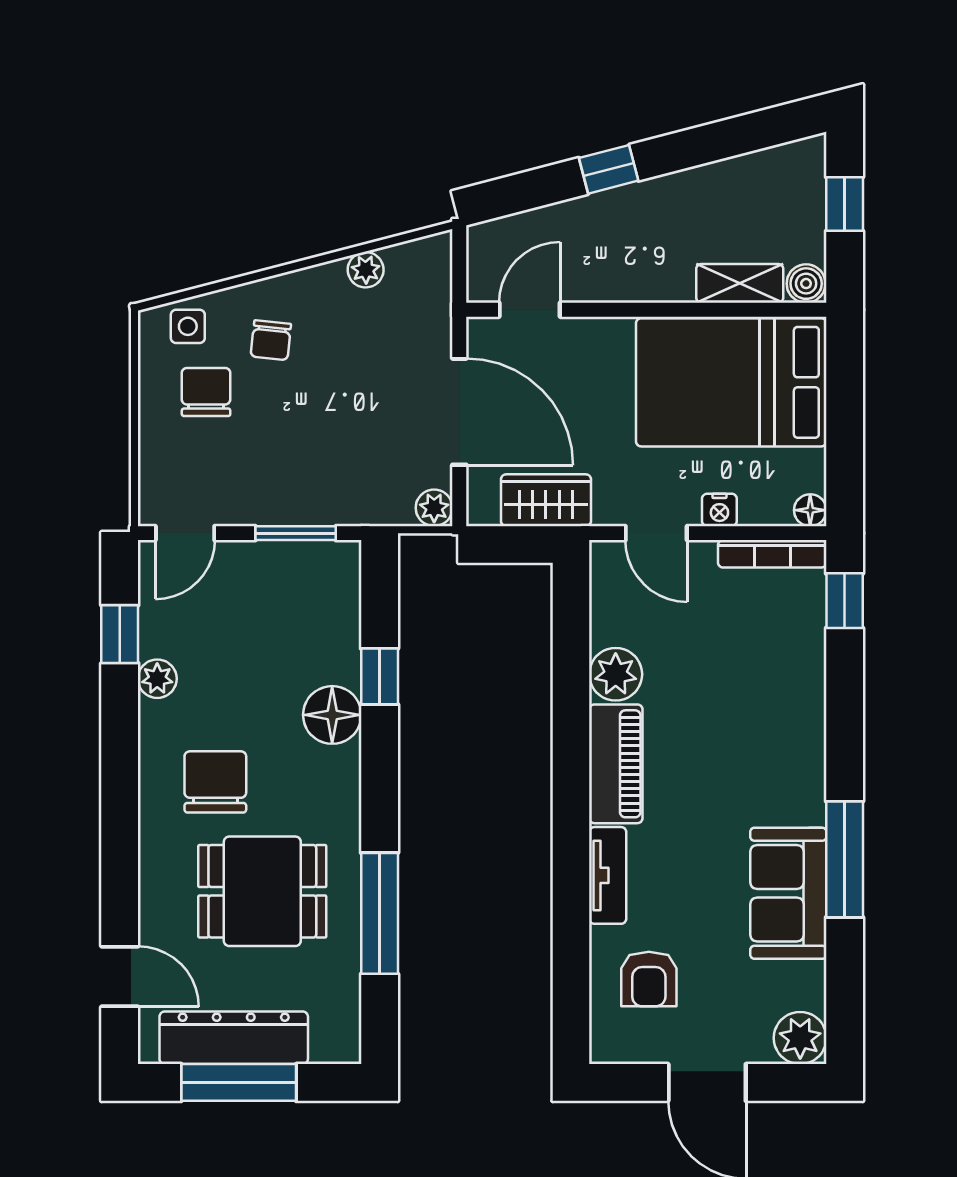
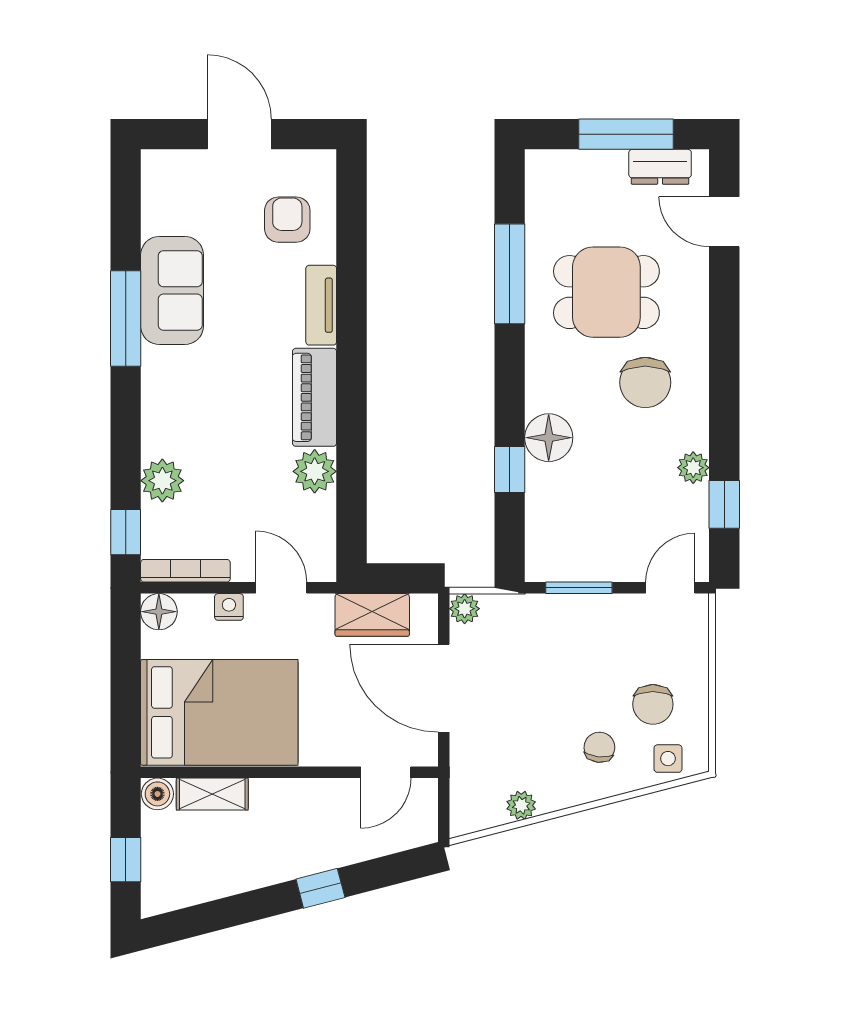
floor lamp: (810, 510) -> (159, 612), width x1.37, depth x1.37
dresser: (234, 1038) -> (660, 167), width x0.51, depth x0.80
plant: (800, 1038) -> (162, 481), moved

